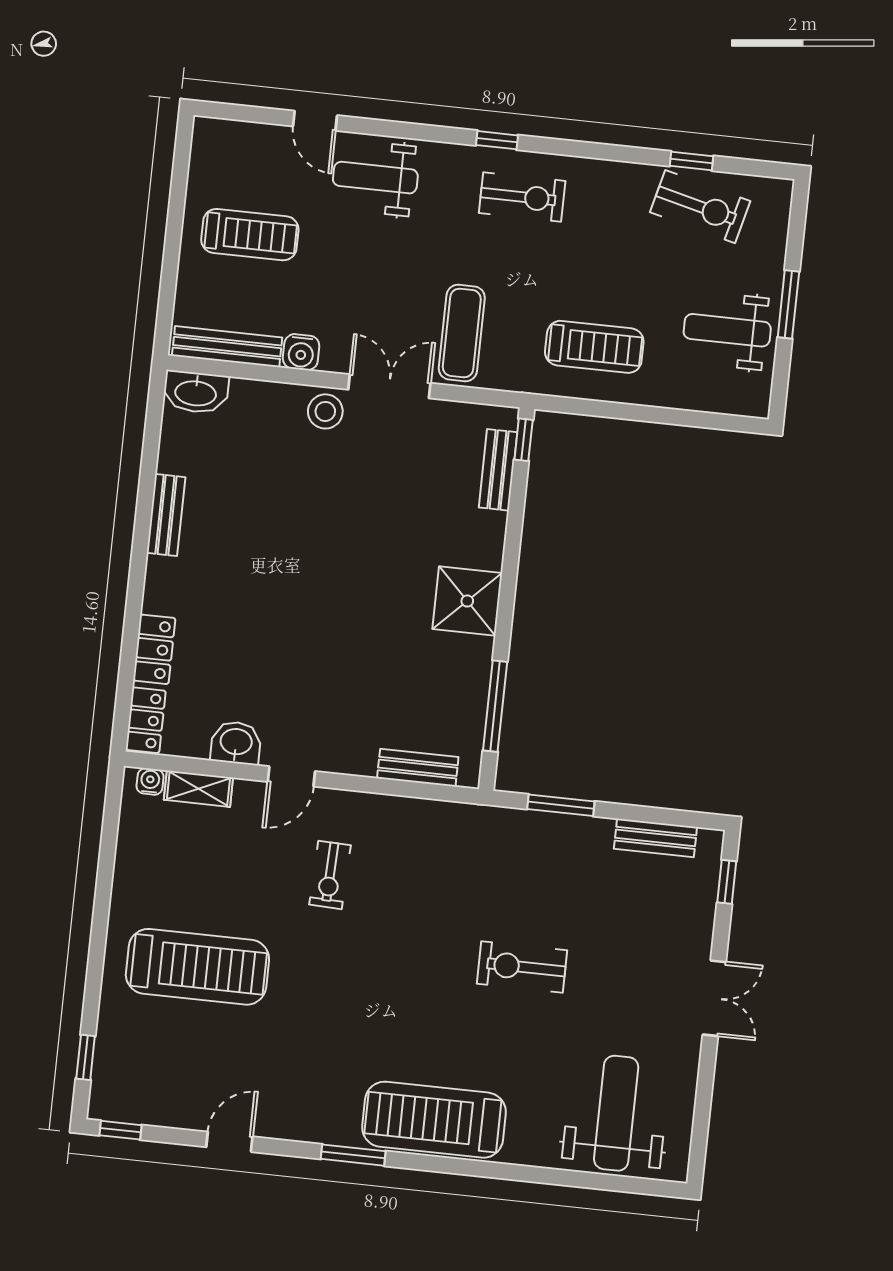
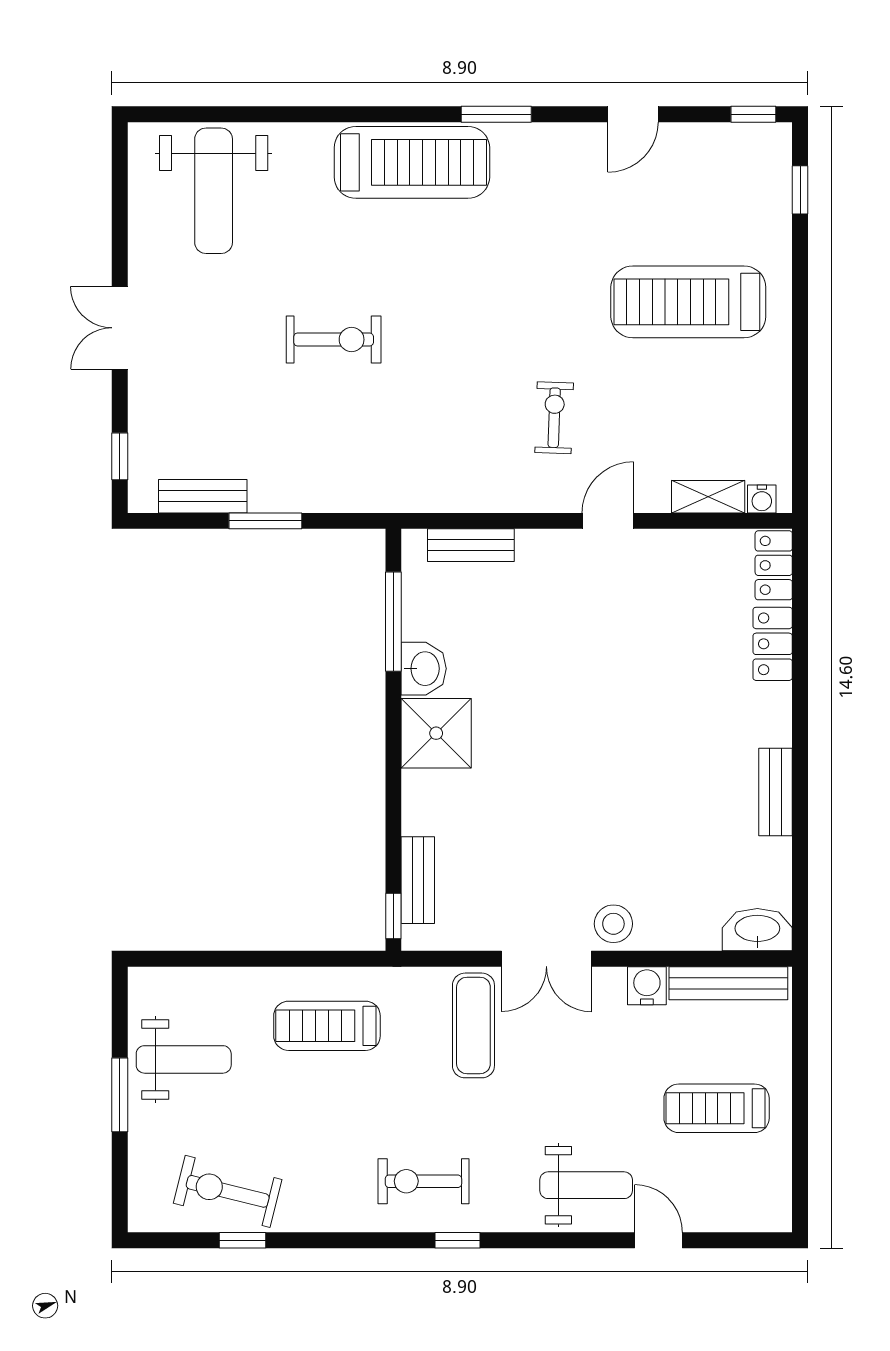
washbasin: (236, 743) -> (424, 669), moved, turned -90
window: (561, 805) -> (265, 521), moved

